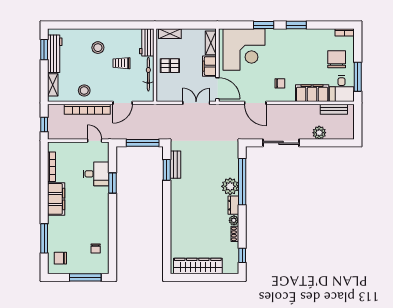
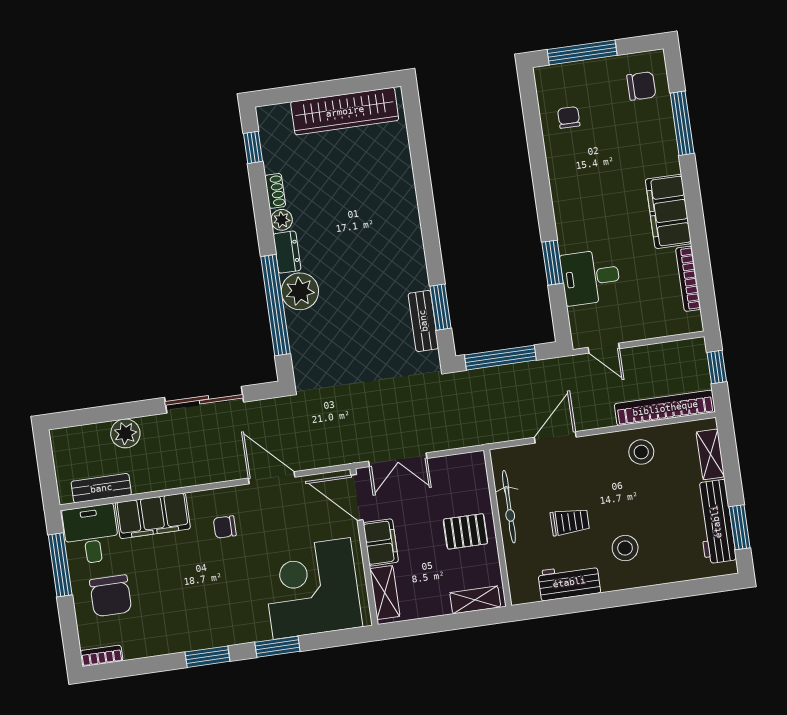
workbench: (147, 42) -> (569, 582), moved, turned -90
bookcase: (87, 109) -> (665, 408), moved

